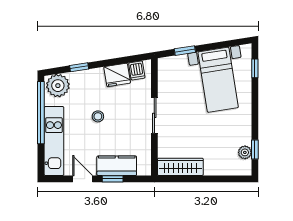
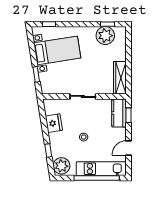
dishwasher: (137, 70) -> (51, 109), removed
window: (41, 113) -> (97, 178), moved
plant: (245, 152) -> (105, 36), width x1.88, depth x1.88
kitchen counter: (117, 166) -> (119, 113), moved
window: (113, 179) -> (129, 115), moved

